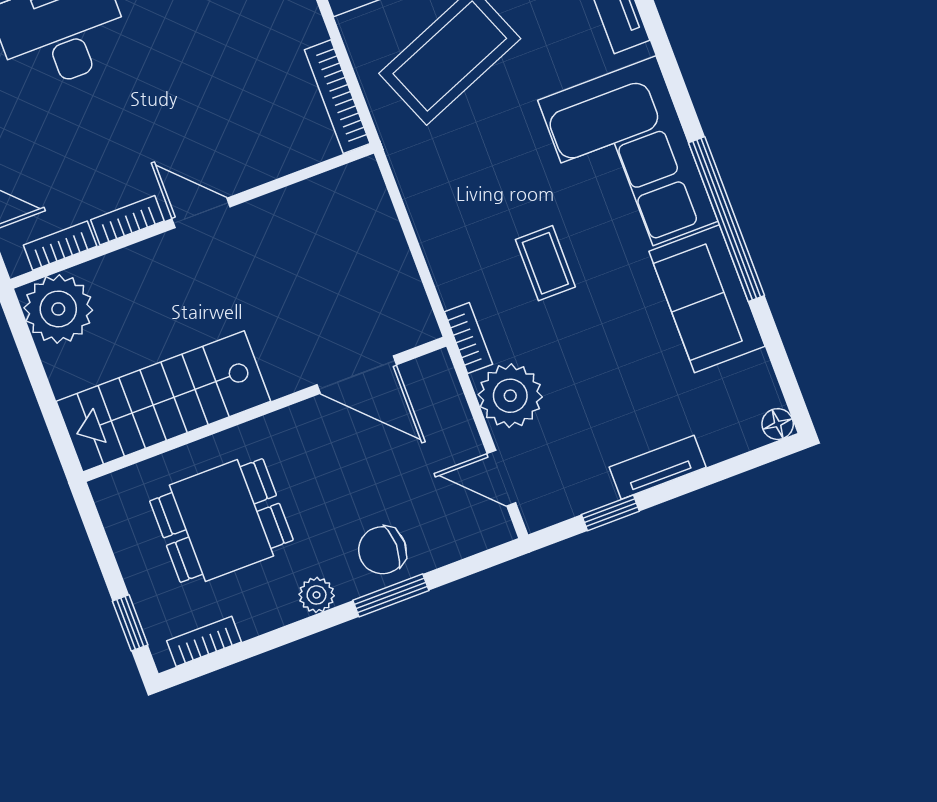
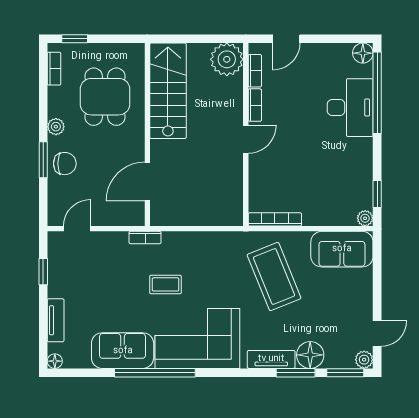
plant: (510, 396) -> (112, 247), removed
tv unit: (658, 467) -> (56, 320), moved
chair: (382, 550) -> (65, 164), turned 90

